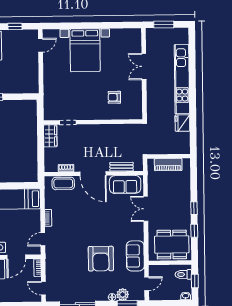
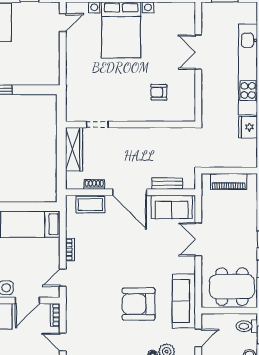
wardrobe: (50, 136) -> (74, 149), width x1.50
sofa: (135, 256) -> (184, 301), width x1.36
armchair: (101, 259) -> (139, 304), turned 90

